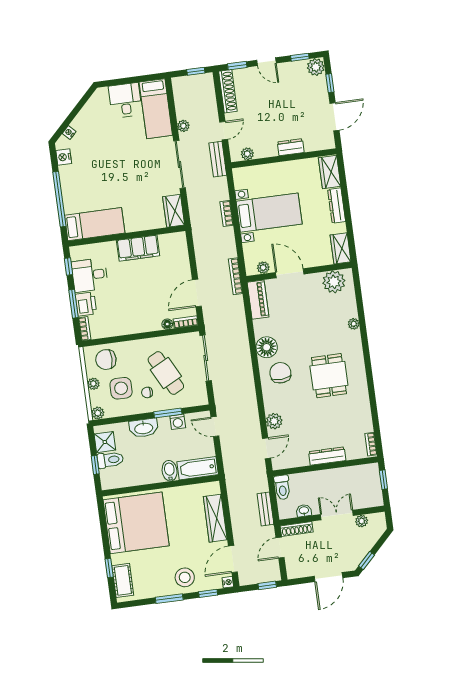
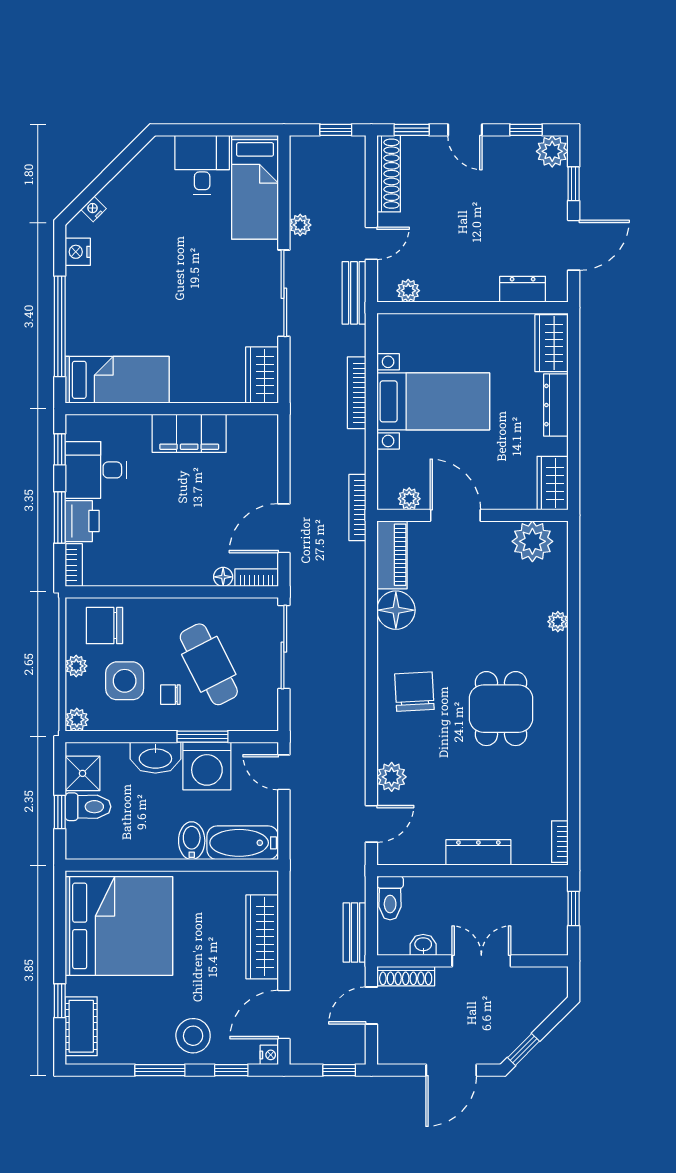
dresser: (291, 147) -> (523, 289), moved
bookcase: (227, 213) -> (357, 393), width x1.56
floor lamp: (267, 347) -> (396, 610), moved
washing machine: (178, 422) -> (207, 766), width x1.89, depth x1.89
plant: (362, 521) -> (524, 978), removed

